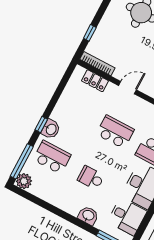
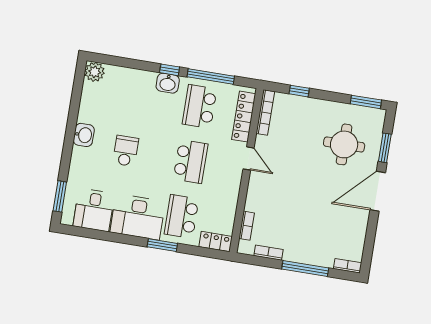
locker: (95, 81) -> (244, 117), width x1.53
school desk: (52, 157) -> (200, 107), moved, turned 180
window: (22, 161) -> (211, 77), moved
washbasin: (88, 216) -> (84, 135), moved

